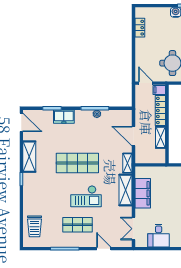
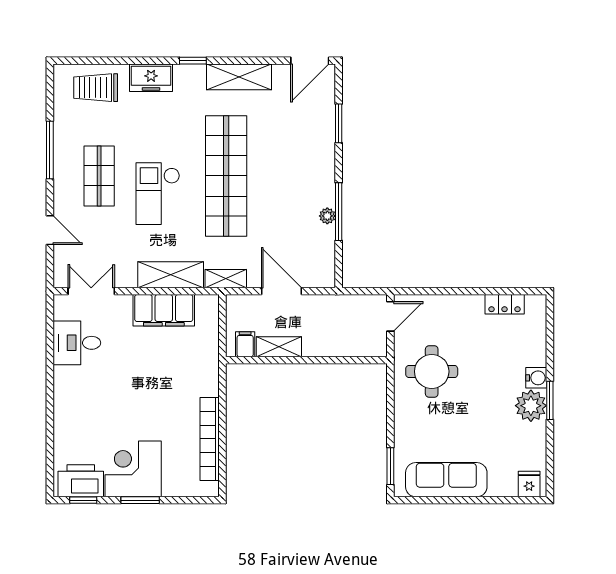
filing cabinet: (159, 90) -> (245, 344), moved
locker: (160, 110) -> (334, 347), removed
freezer: (64, 117) -> (151, 78), moved, turned -90
door: (133, 136) -> (281, 291), hinge flipped
shop shelf: (77, 163) -> (226, 176), width x1.40
door: (104, 249) -> (50, 230), hinge flipped

